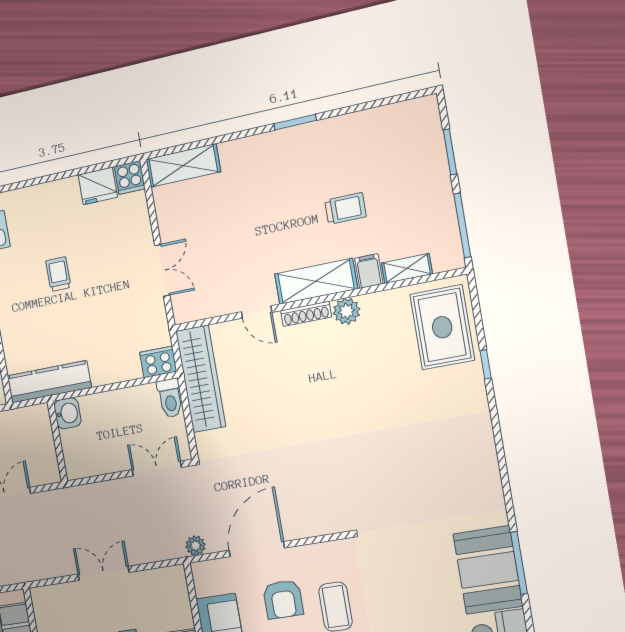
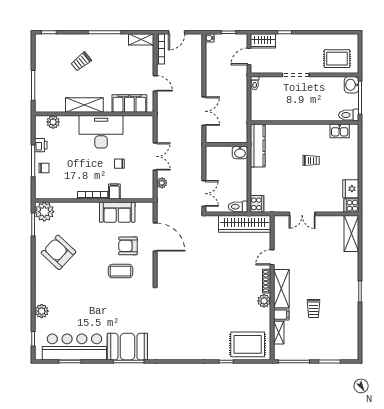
plant: (196, 546) -> (162, 183), moved

